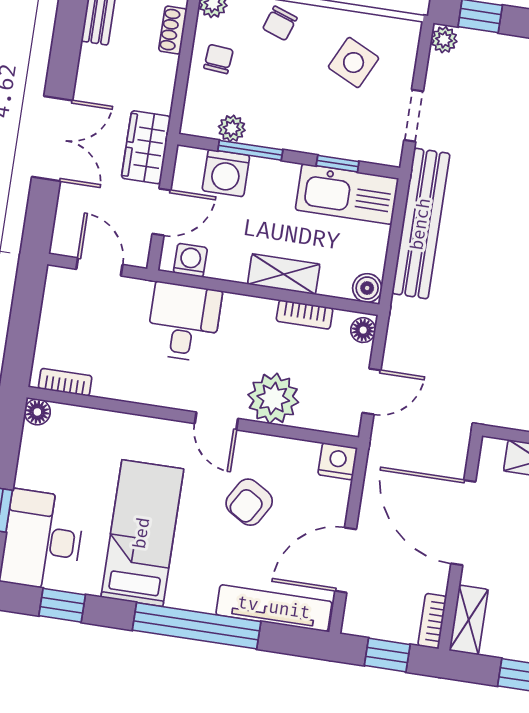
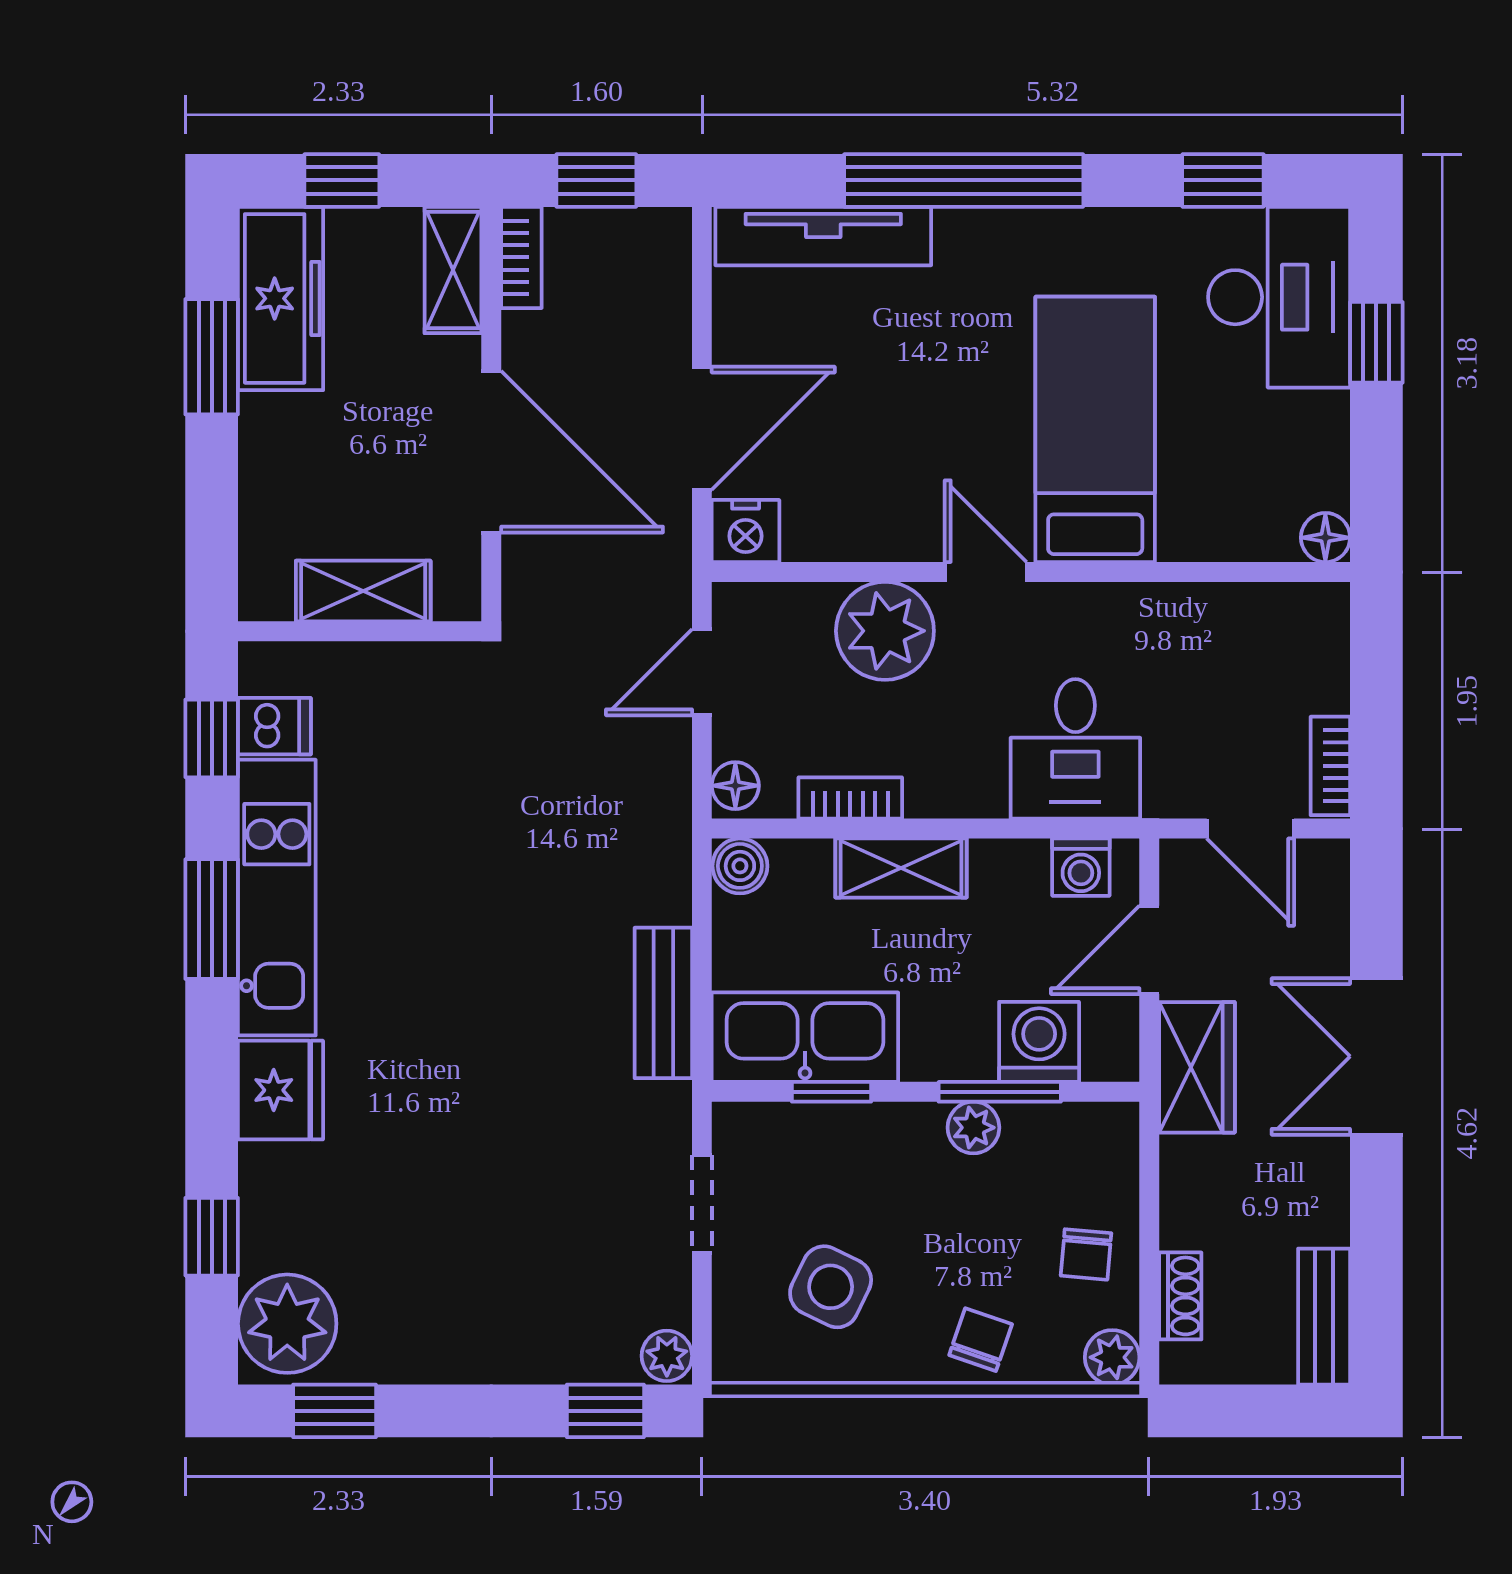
plant: (232, 128) -> (973, 1128), moved
bench: (421, 224) -> (663, 1003), width x0.54, depth x0.82
bookcase: (65, 382) -> (1330, 766), moved, turned 90
armchair: (249, 502) -> (900, 429), removed
bed: (142, 533) -> (1095, 429), moved, turned 180
door: (346, 560) -> (702, 428), moved

